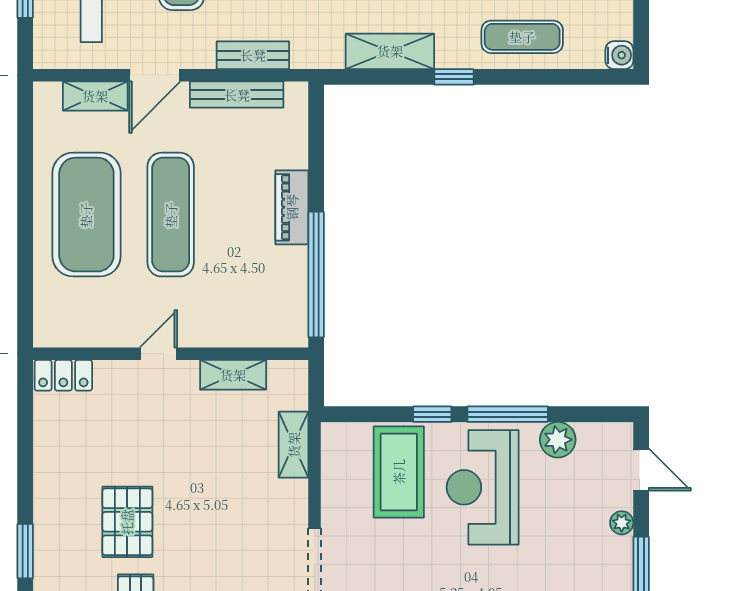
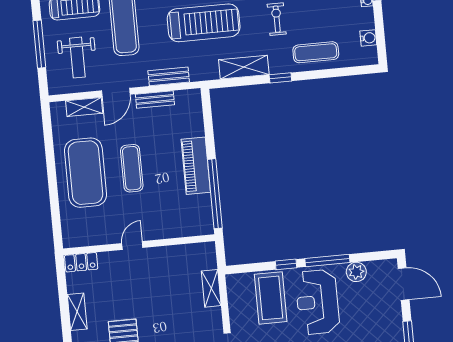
water cooler: (619, 55) -> (368, 38), moved
bench: (237, 95) -> (155, 100), width x0.73
piano: (292, 207) -> (196, 166), width x1.37, depth x1.33
exercise mat: (171, 215) -> (132, 168), width x0.73, depth x0.69
shelving: (233, 375) -> (77, 312), moved, turned 90
door: (641, 470) -> (404, 284), width x1.38
plant: (622, 523) -> (396, 314), removed

